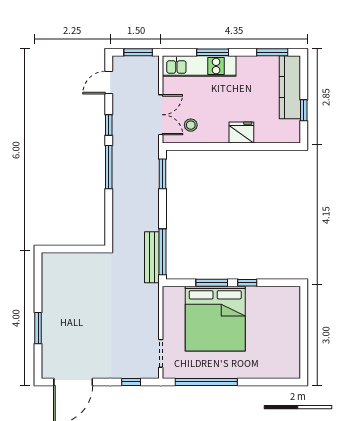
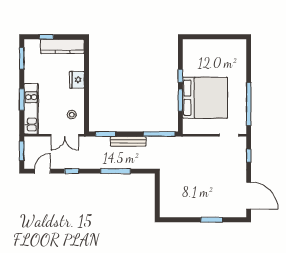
door: (109, 83) -> (43, 171), swing flipped
kitchen counter: (290, 87) -> (62, 46), moved
window: (304, 110) -> (46, 37), moved
double door: (161, 115) -> (65, 135), swing flipped
window: (109, 167) -> (116, 171), moved
bench: (152, 257) -> (128, 141), moved

